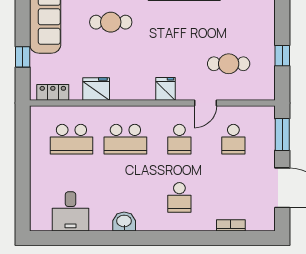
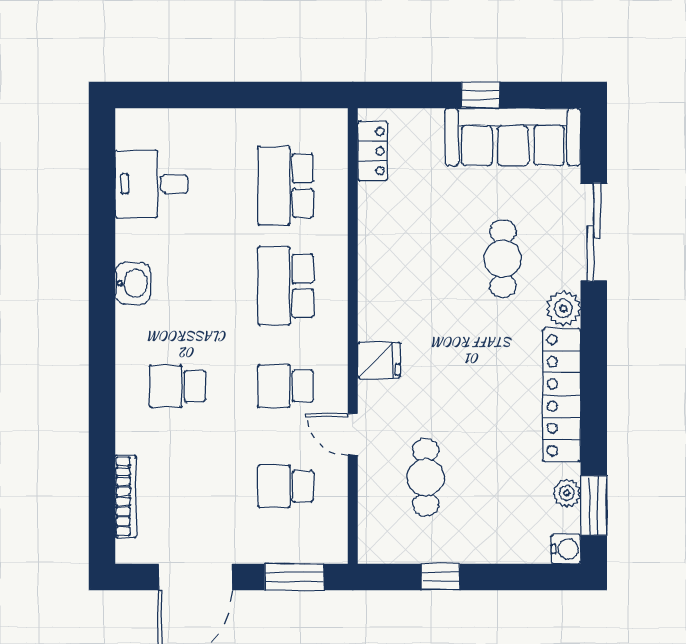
window: (23, 57) -> (480, 95), moved
fridge: (96, 89) -> (379, 231), removed
bookcase: (231, 225) -> (126, 496), width x1.56

